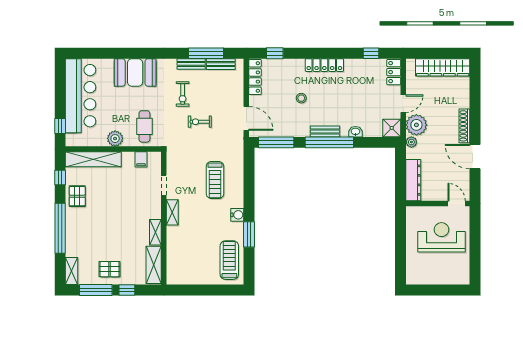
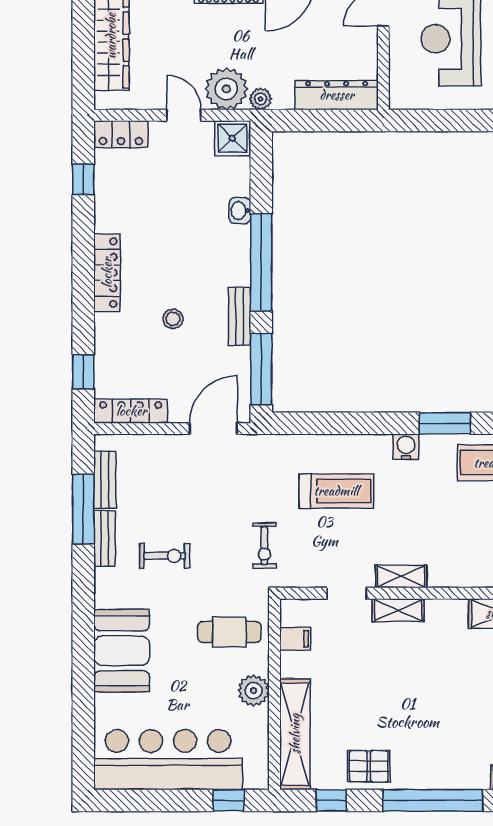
exercise bike: (200, 122) -> (264, 546), moved
bench: (325, 131) -> (239, 316), moved
shelving: (155, 232) -> (398, 610), moved

